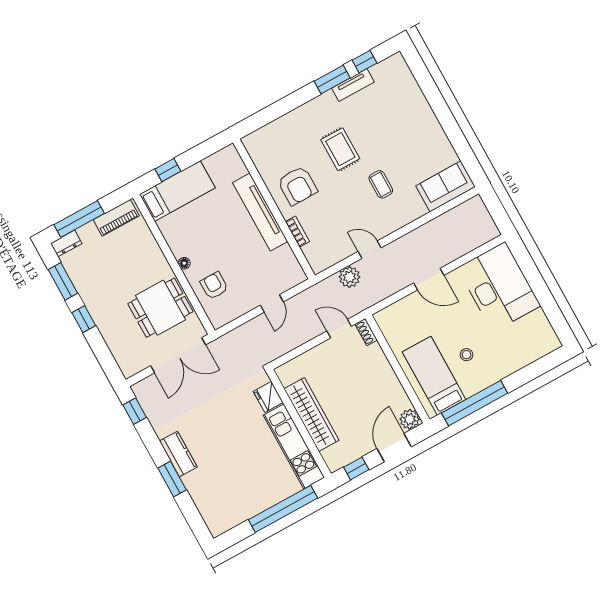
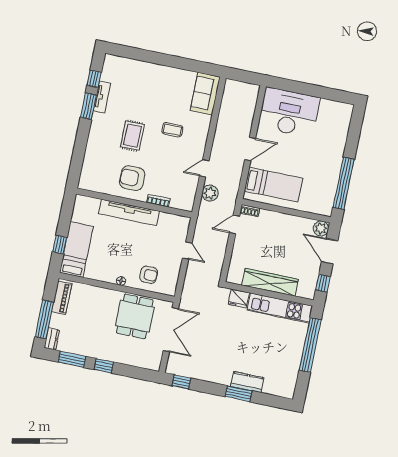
rug: (340, 149) -> (132, 136), turned 90
armchair: (297, 186) -> (132, 178), turned 180
armchair: (214, 286) -> (149, 275), turned 180
stool: (467, 355) -> (312, 164), removed
bed: (434, 376) -> (273, 185), moved, turned 180
kitchen counter: (178, 454) -> (247, 382), moved

